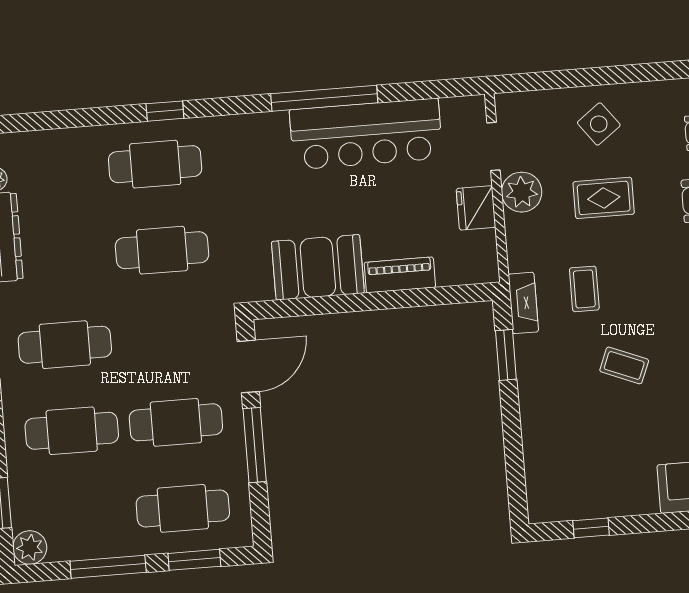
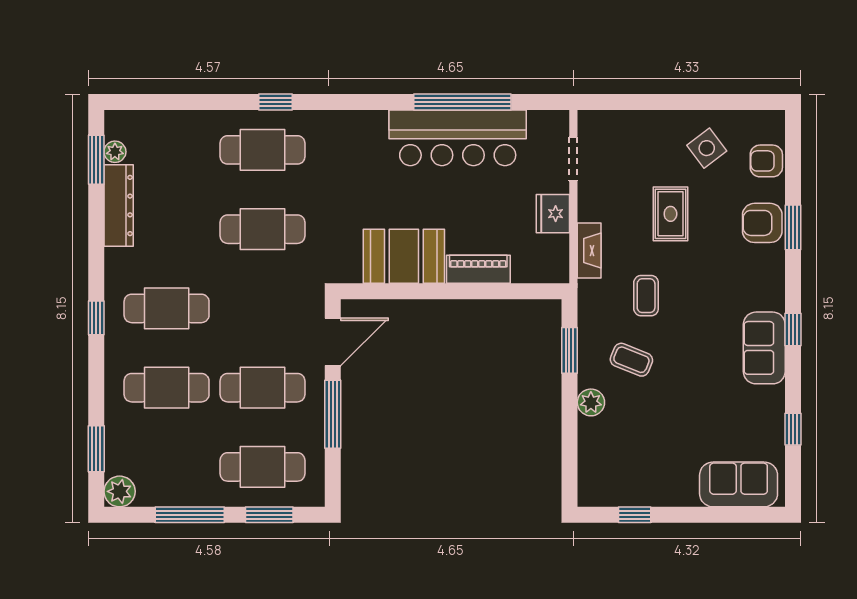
window: (324, 98) -> (462, 102), moved
side table: (599, 124) -> (707, 148), moved
plant: (522, 192) -> (591, 402), moved, width x0.73, depth x0.73
rug: (604, 198) -> (670, 214), turned 90
fireplace: (523, 303) -> (589, 251), moved
coffee table: (624, 365) -> (631, 360), moved

